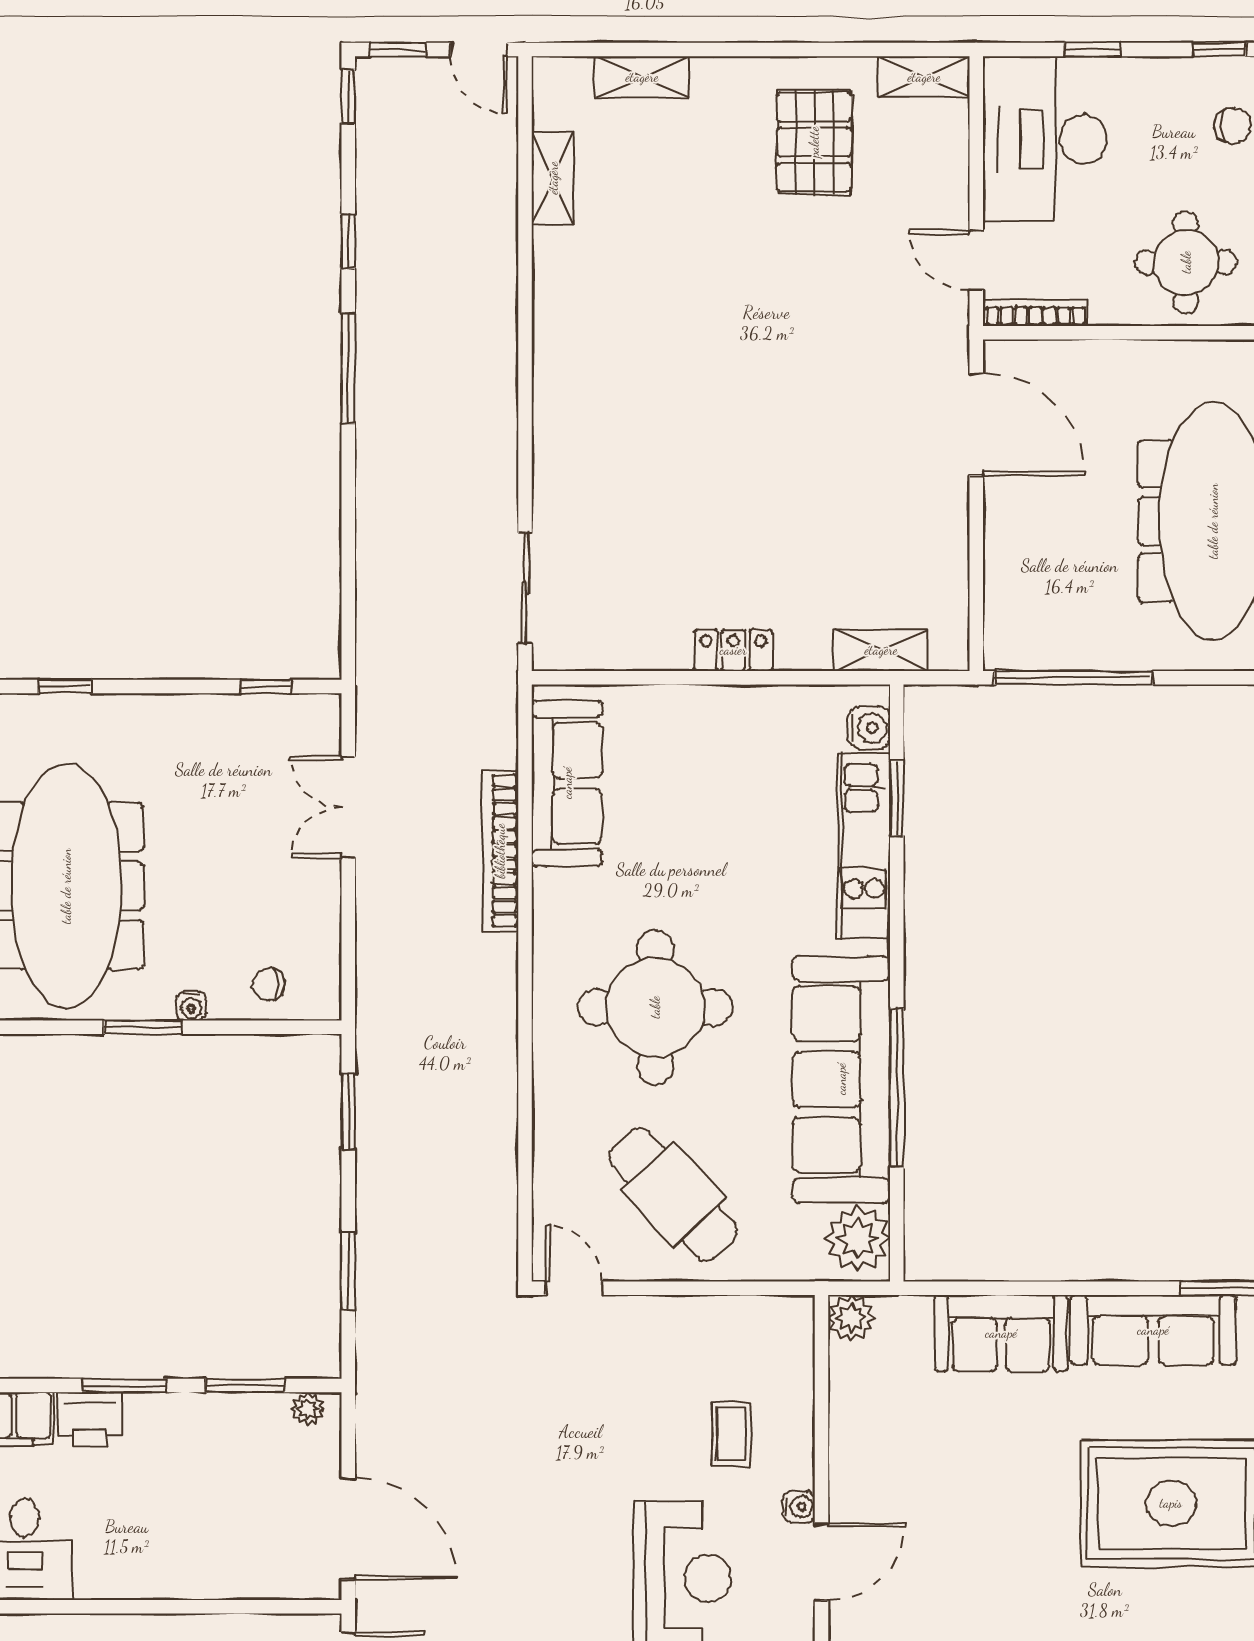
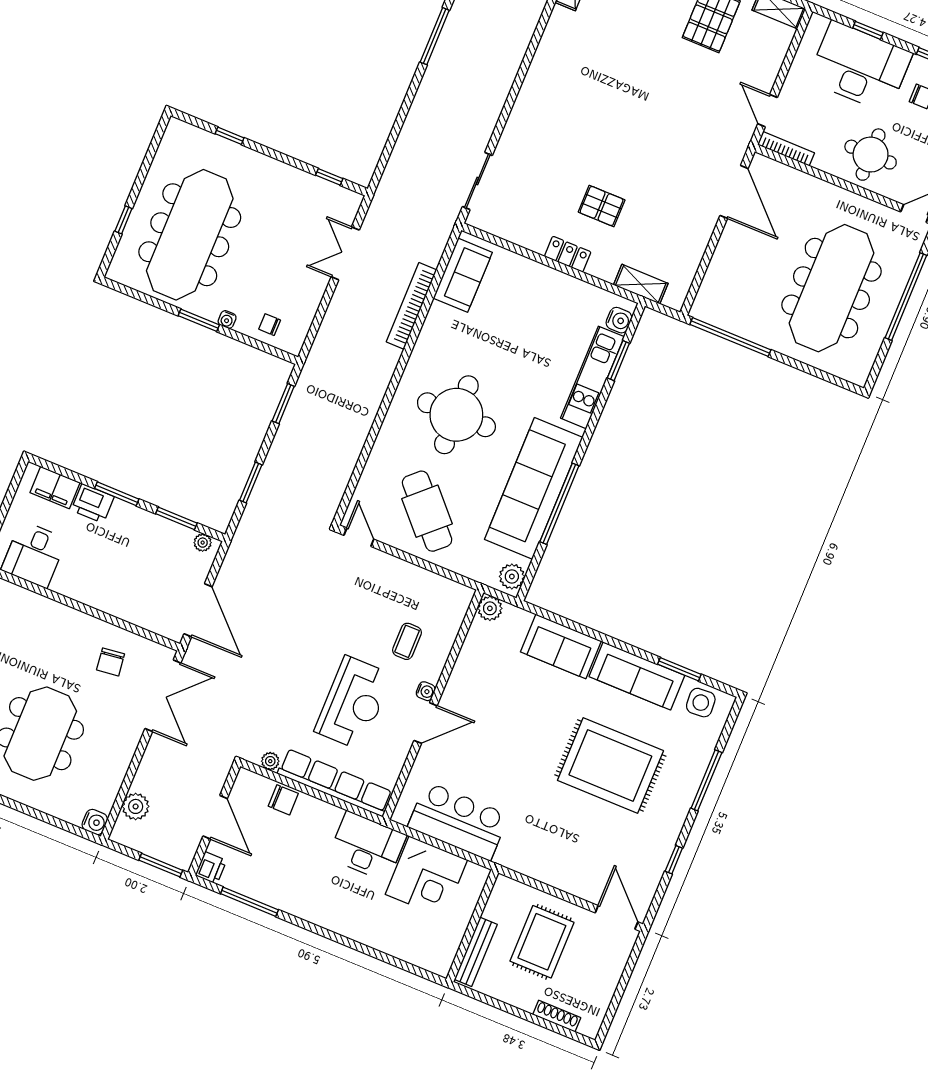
desk: (1045, 139) -> (860, 67), moved, turned 90
pallet: (758, 543) -> (602, 206), added
sofa: (567, 783) -> (463, 275), width x0.73
plant: (858, 1238) -> (512, 576), width x0.73, depth x0.73

